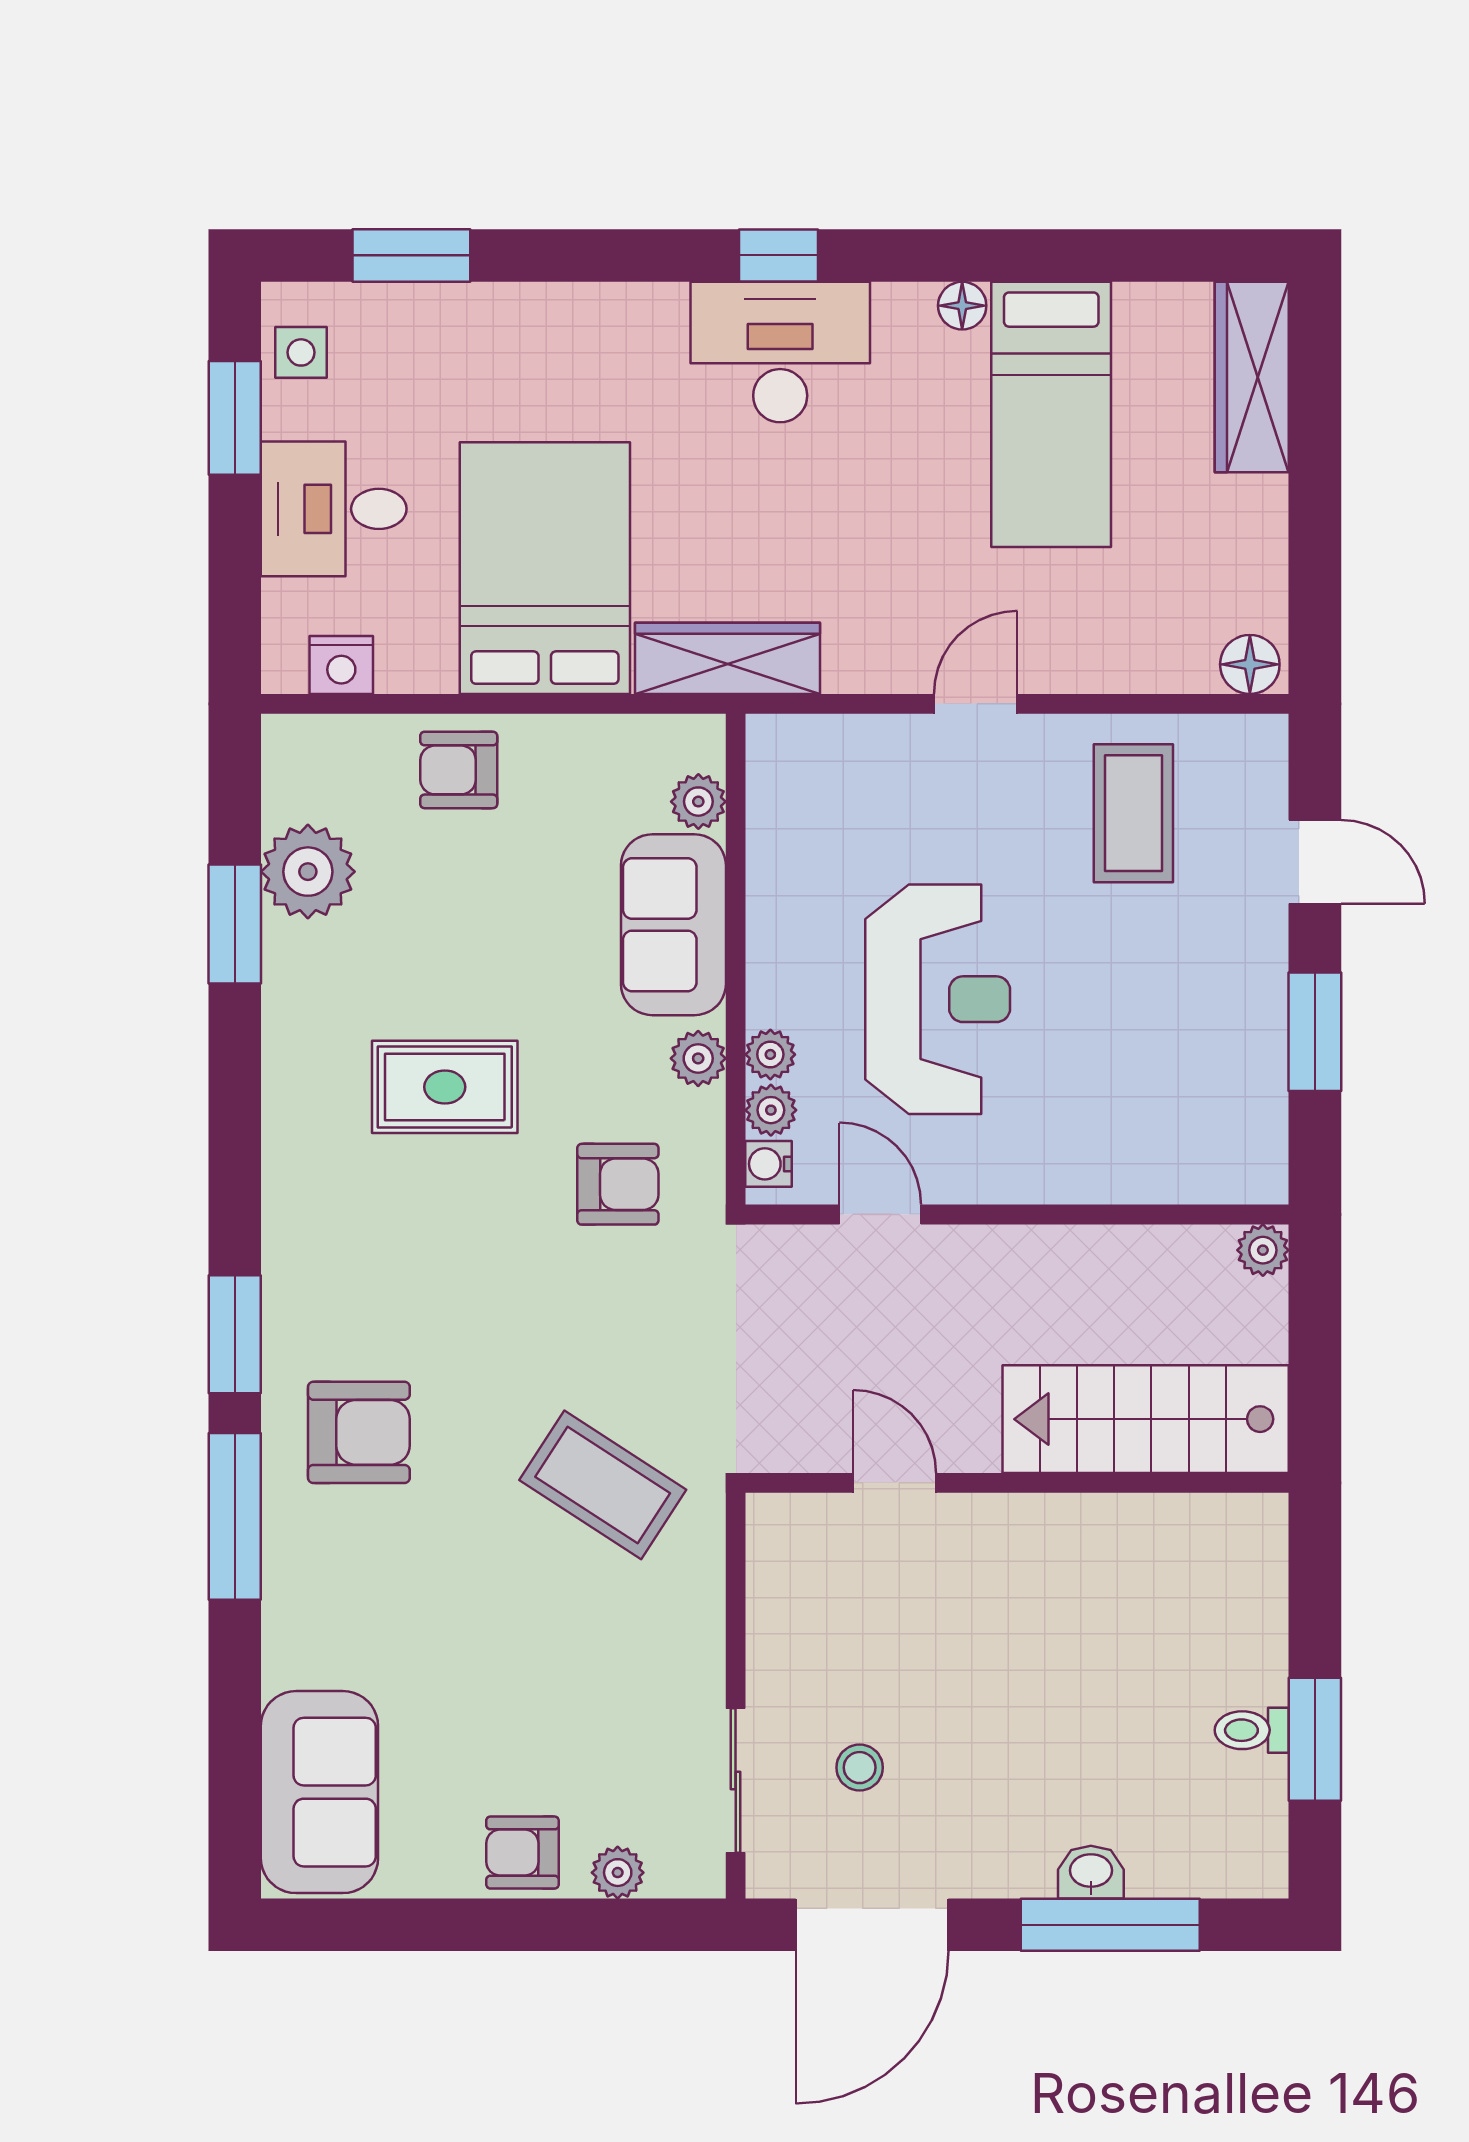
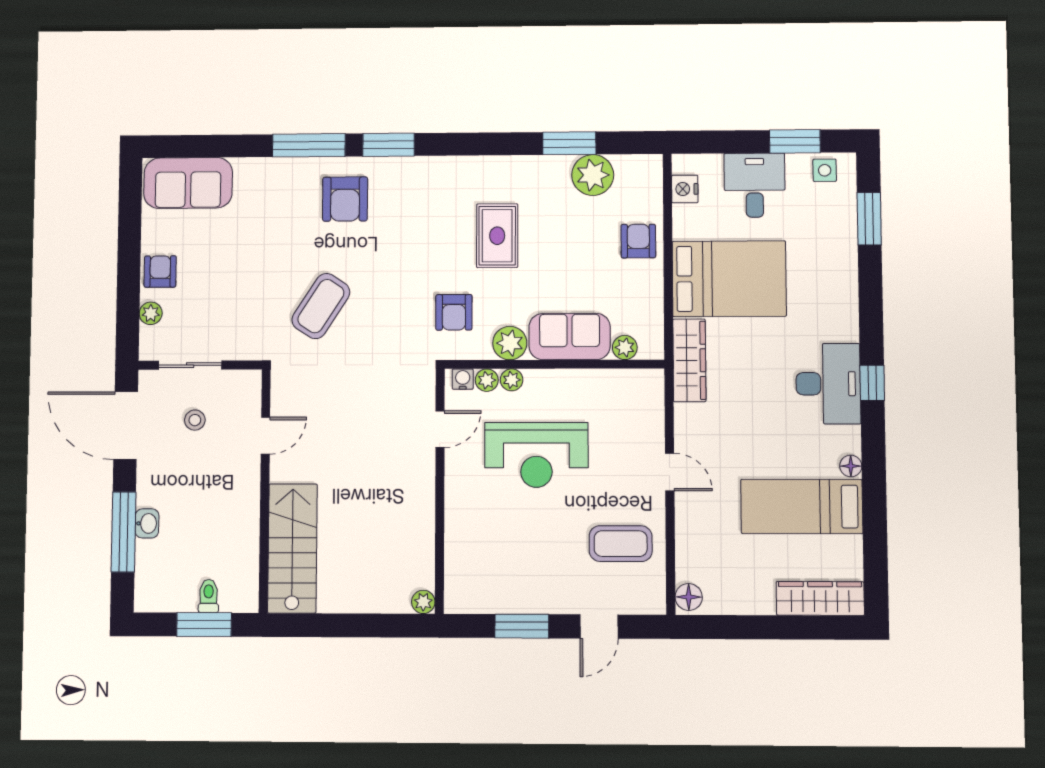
plant: (698, 1058) -> (510, 343), width x1.38, depth x1.38
stairs: (1146, 1419) -> (292, 548), moved
door: (895, 1483) -> (265, 436), moved
wall: (1017, 1483) -> (265, 490), moved

